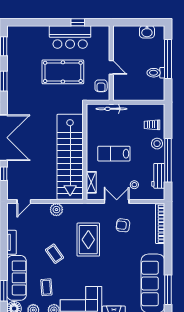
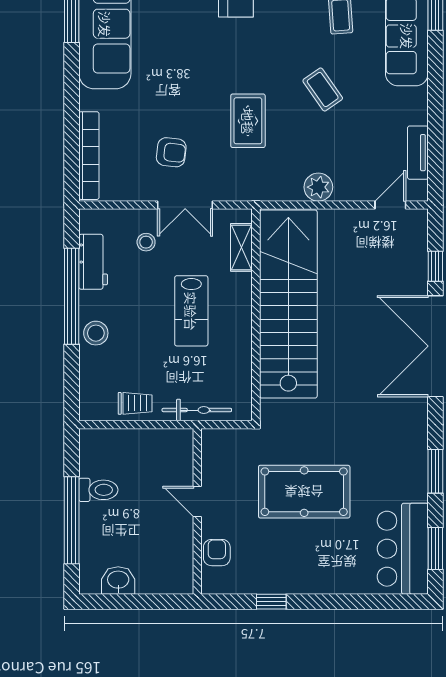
bar counter: (70, 37) -> (403, 549), moved, turned -90
armchair: (101, 86) -> (217, 553), moved
trolley: (152, 125) -> (135, 403), moved
lab bench: (114, 154) -> (191, 311), turned 90
rug: (88, 240) -> (248, 121), width x0.73, depth x0.70
tv unit: (11, 242) -> (418, 153), moved

